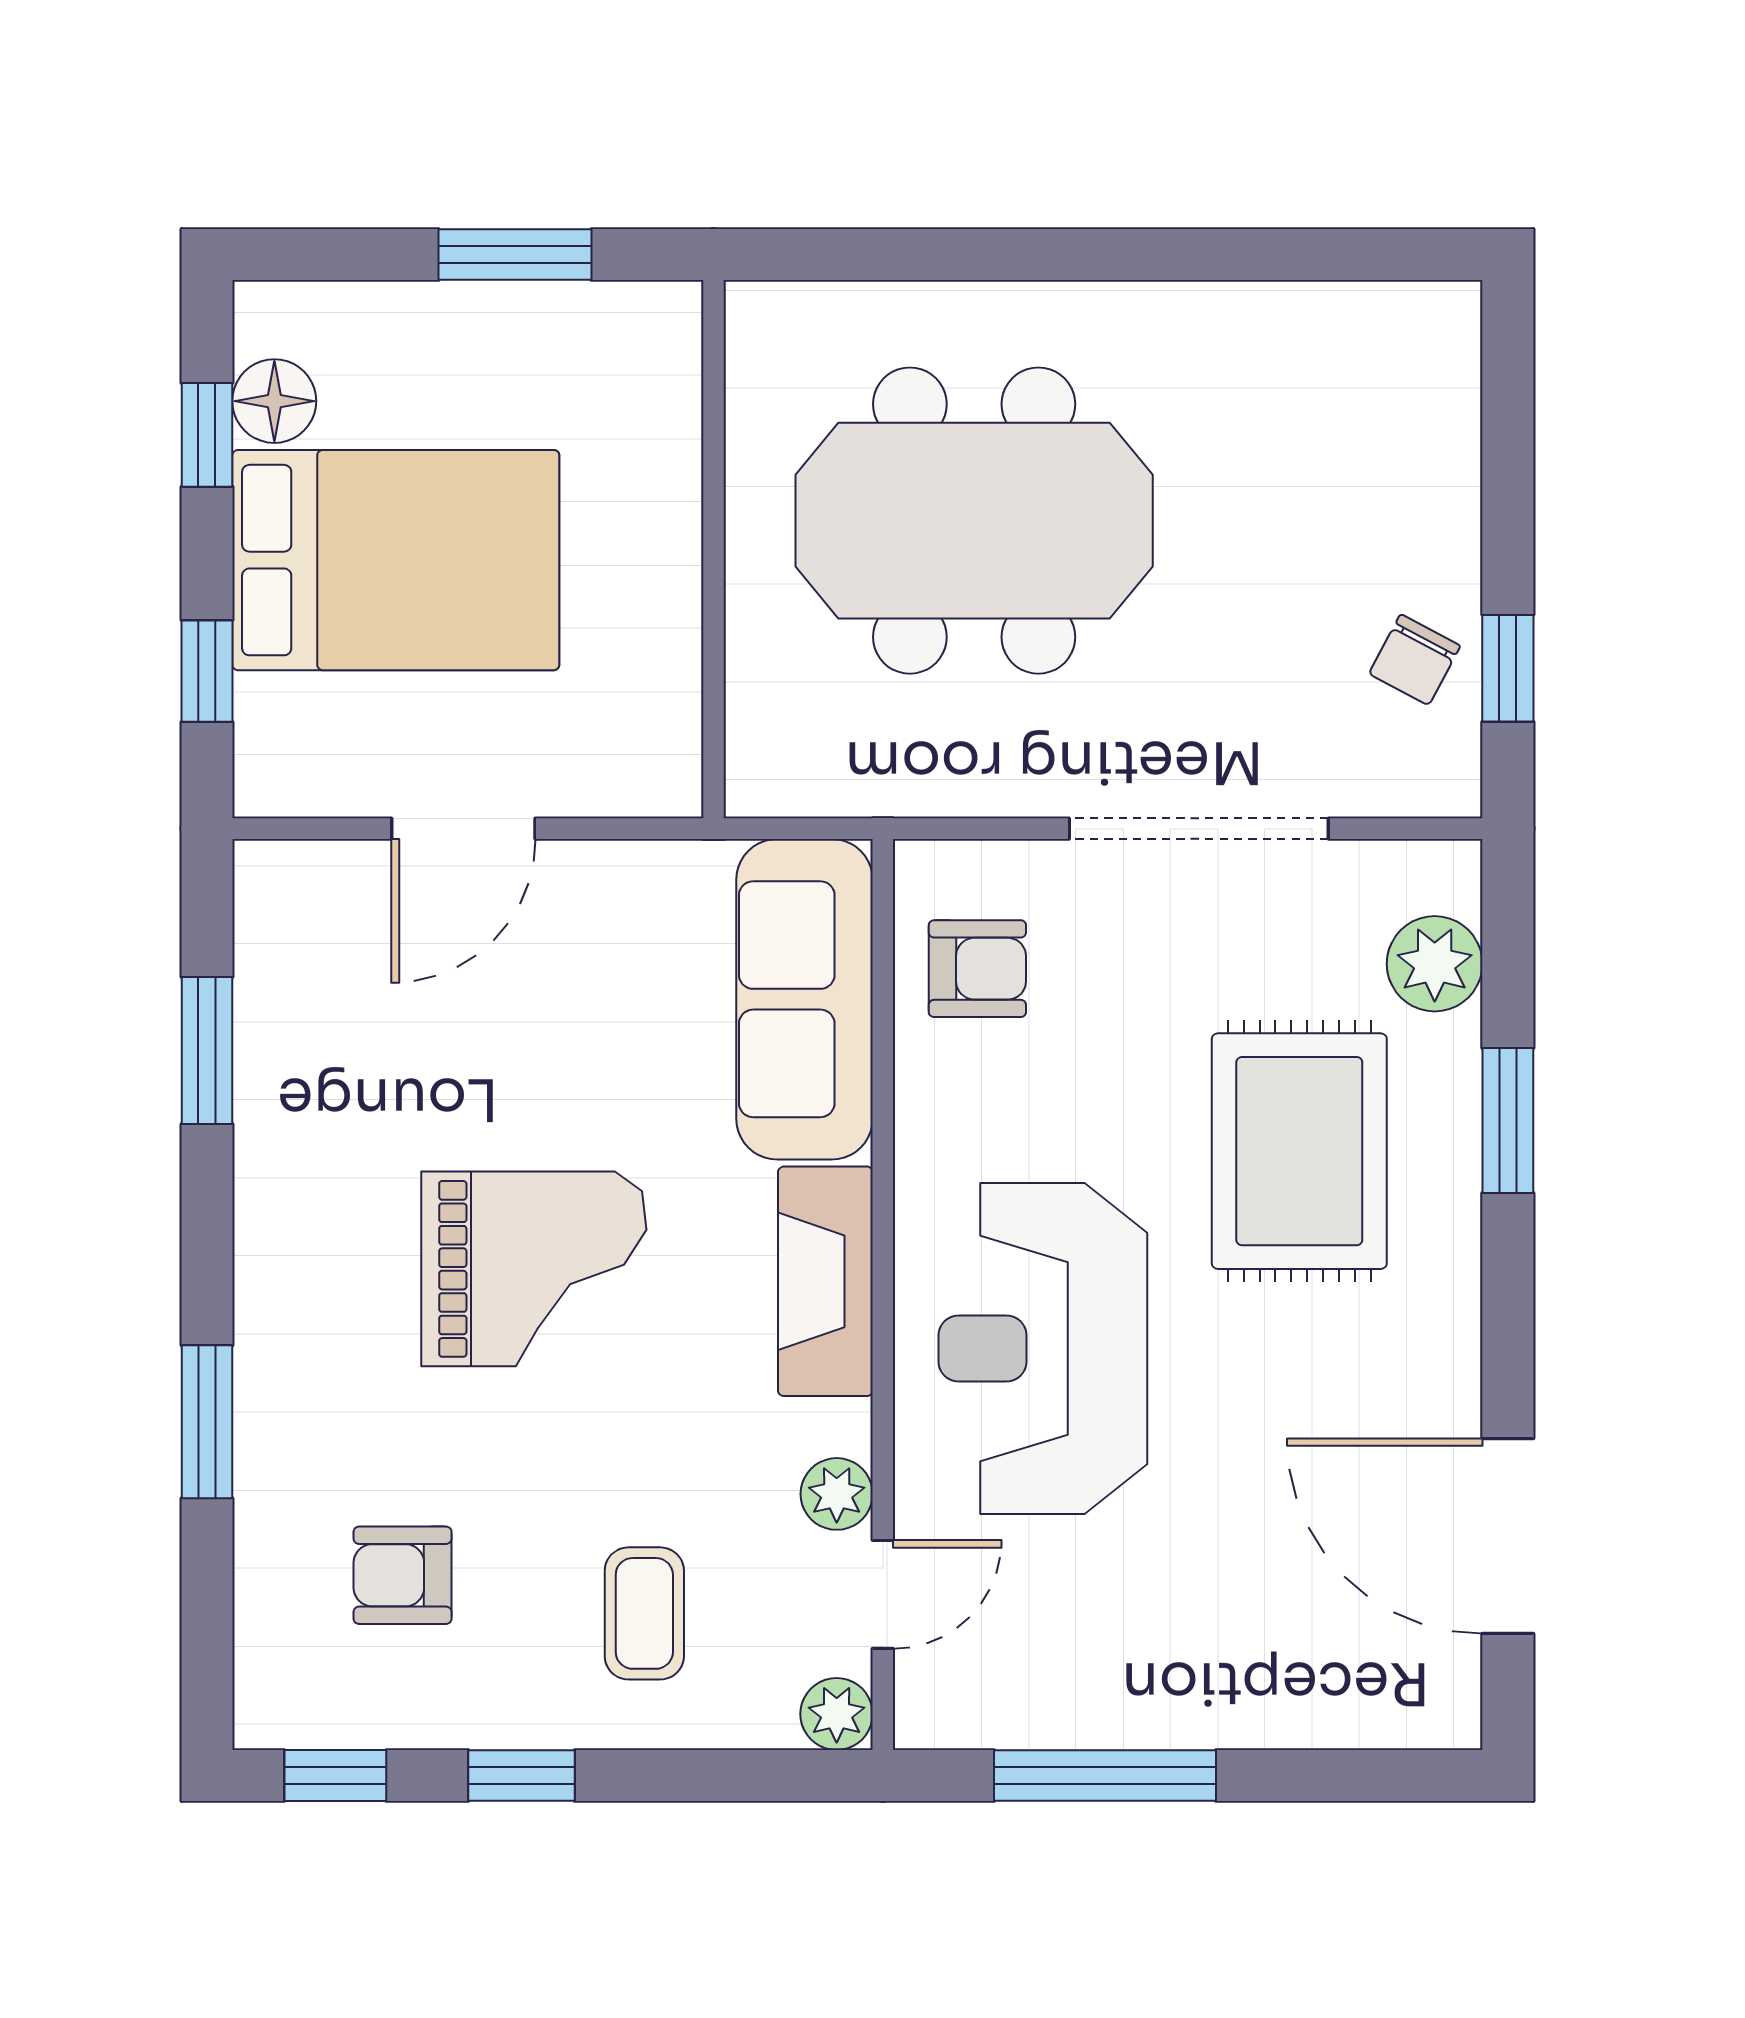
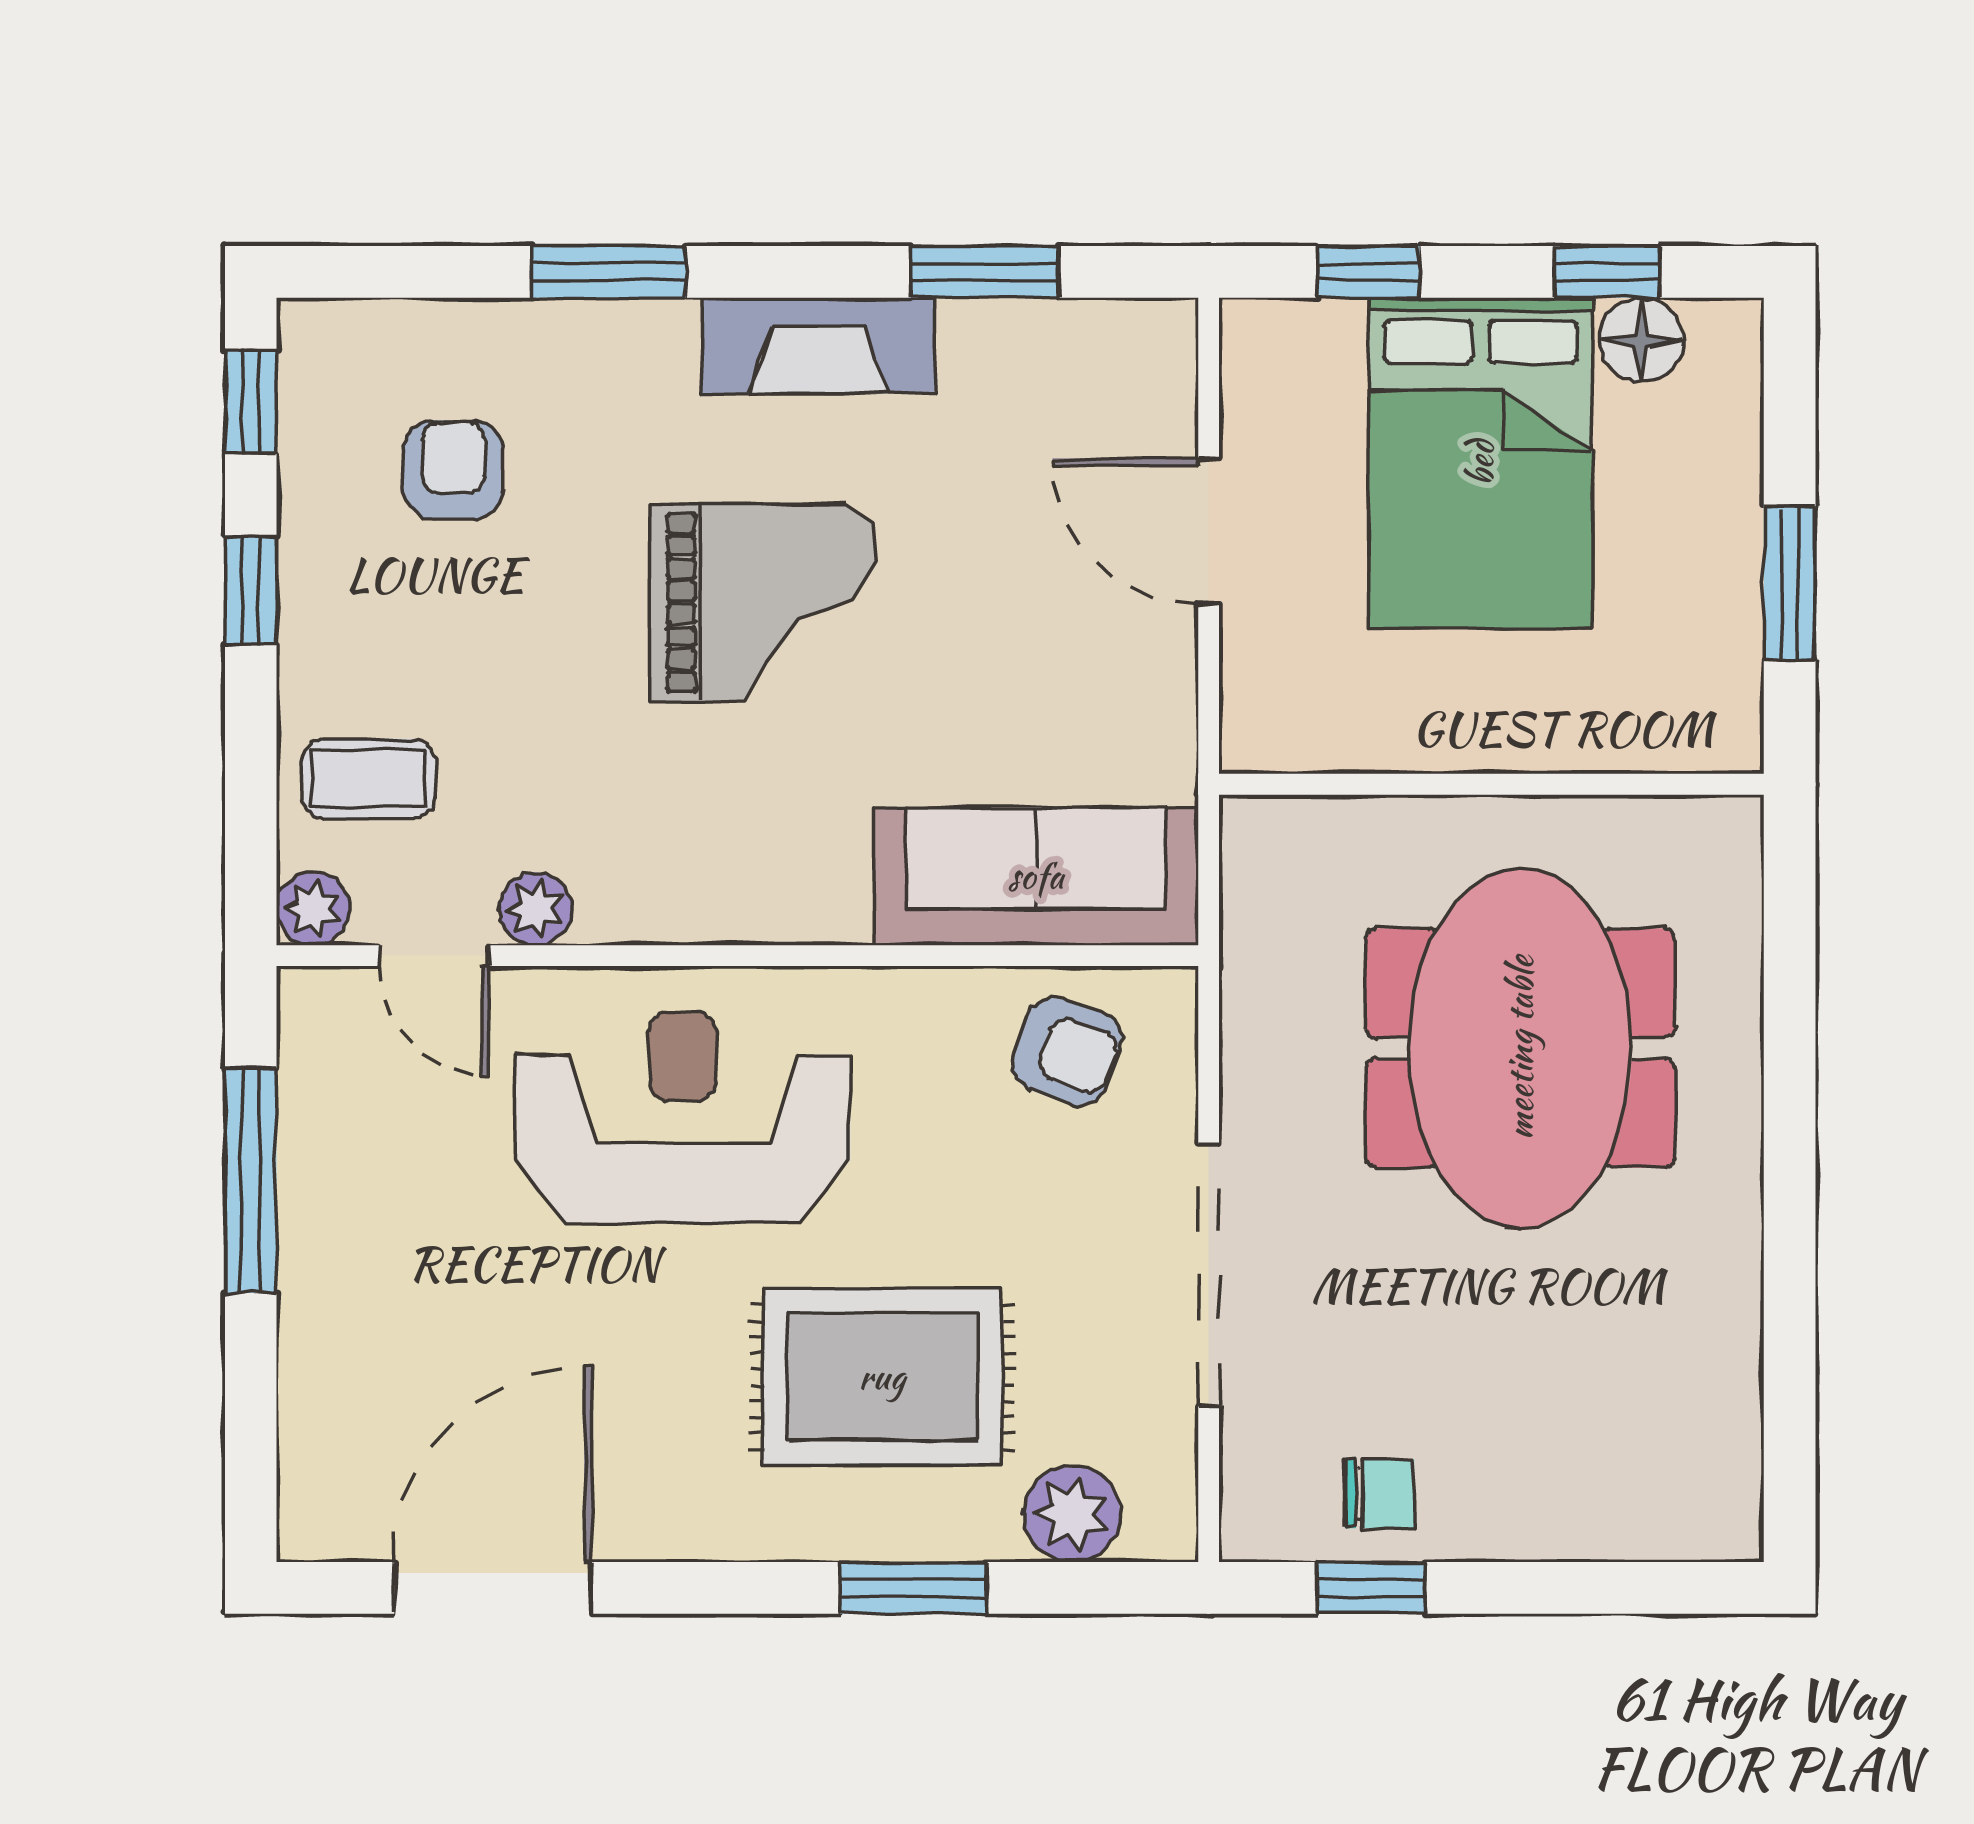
chair: (1415, 660) -> (1379, 1494), turned 152
armchair: (977, 969) -> (1067, 1051), turned -70
grand piano: (534, 1269) -> (763, 603), turned -90
fireplace: (825, 1281) -> (818, 345), moved, turned 180
coffee table: (644, 1613) -> (368, 779), moved

